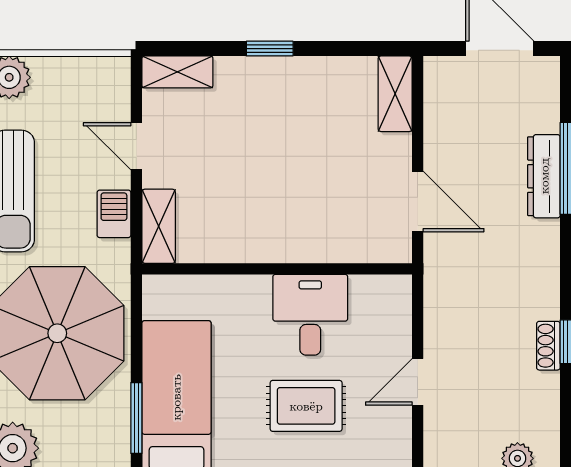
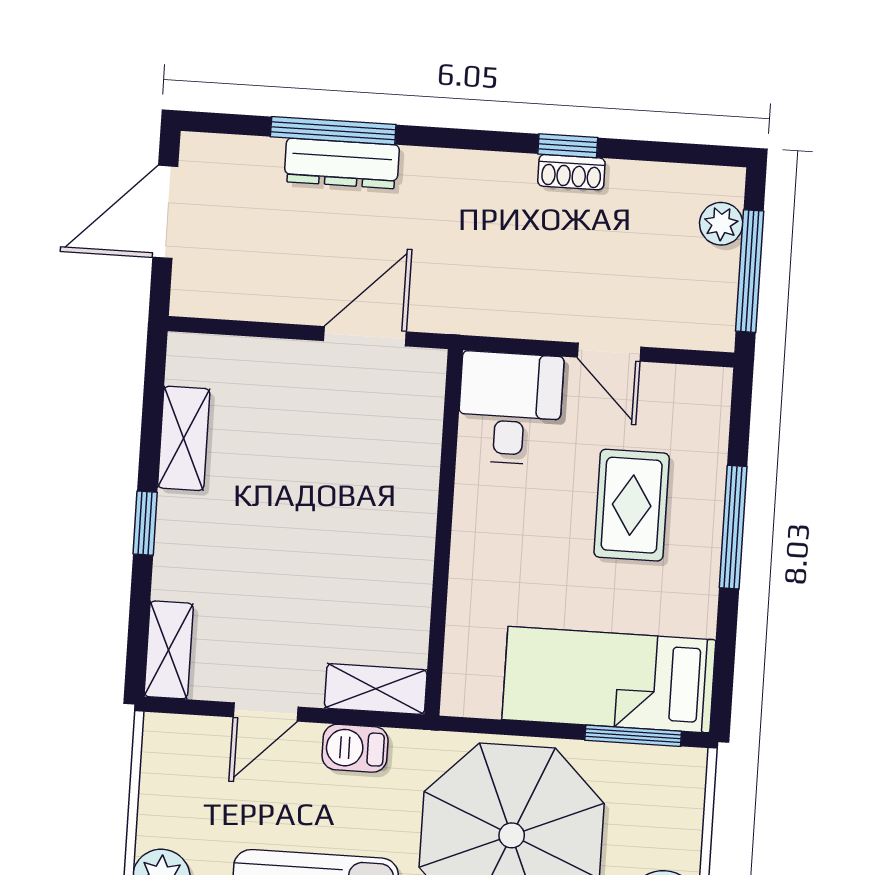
shelving: (395, 94) -> (184, 438), moved, turned 90
desk: (310, 315) -> (510, 408), moved, turned 90

